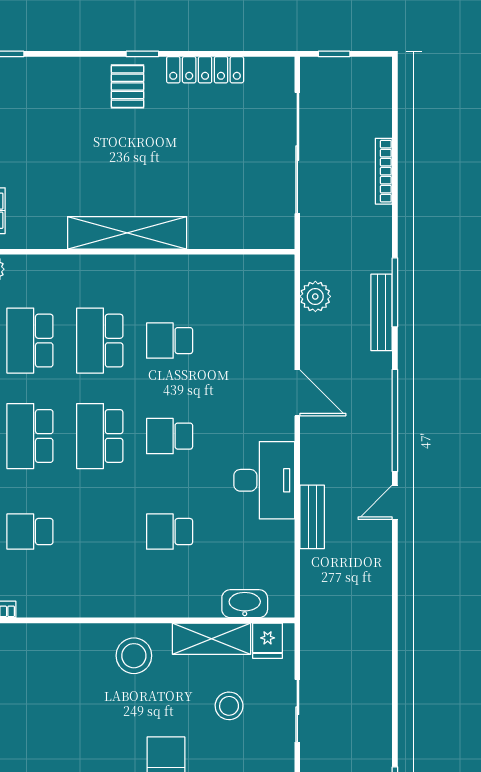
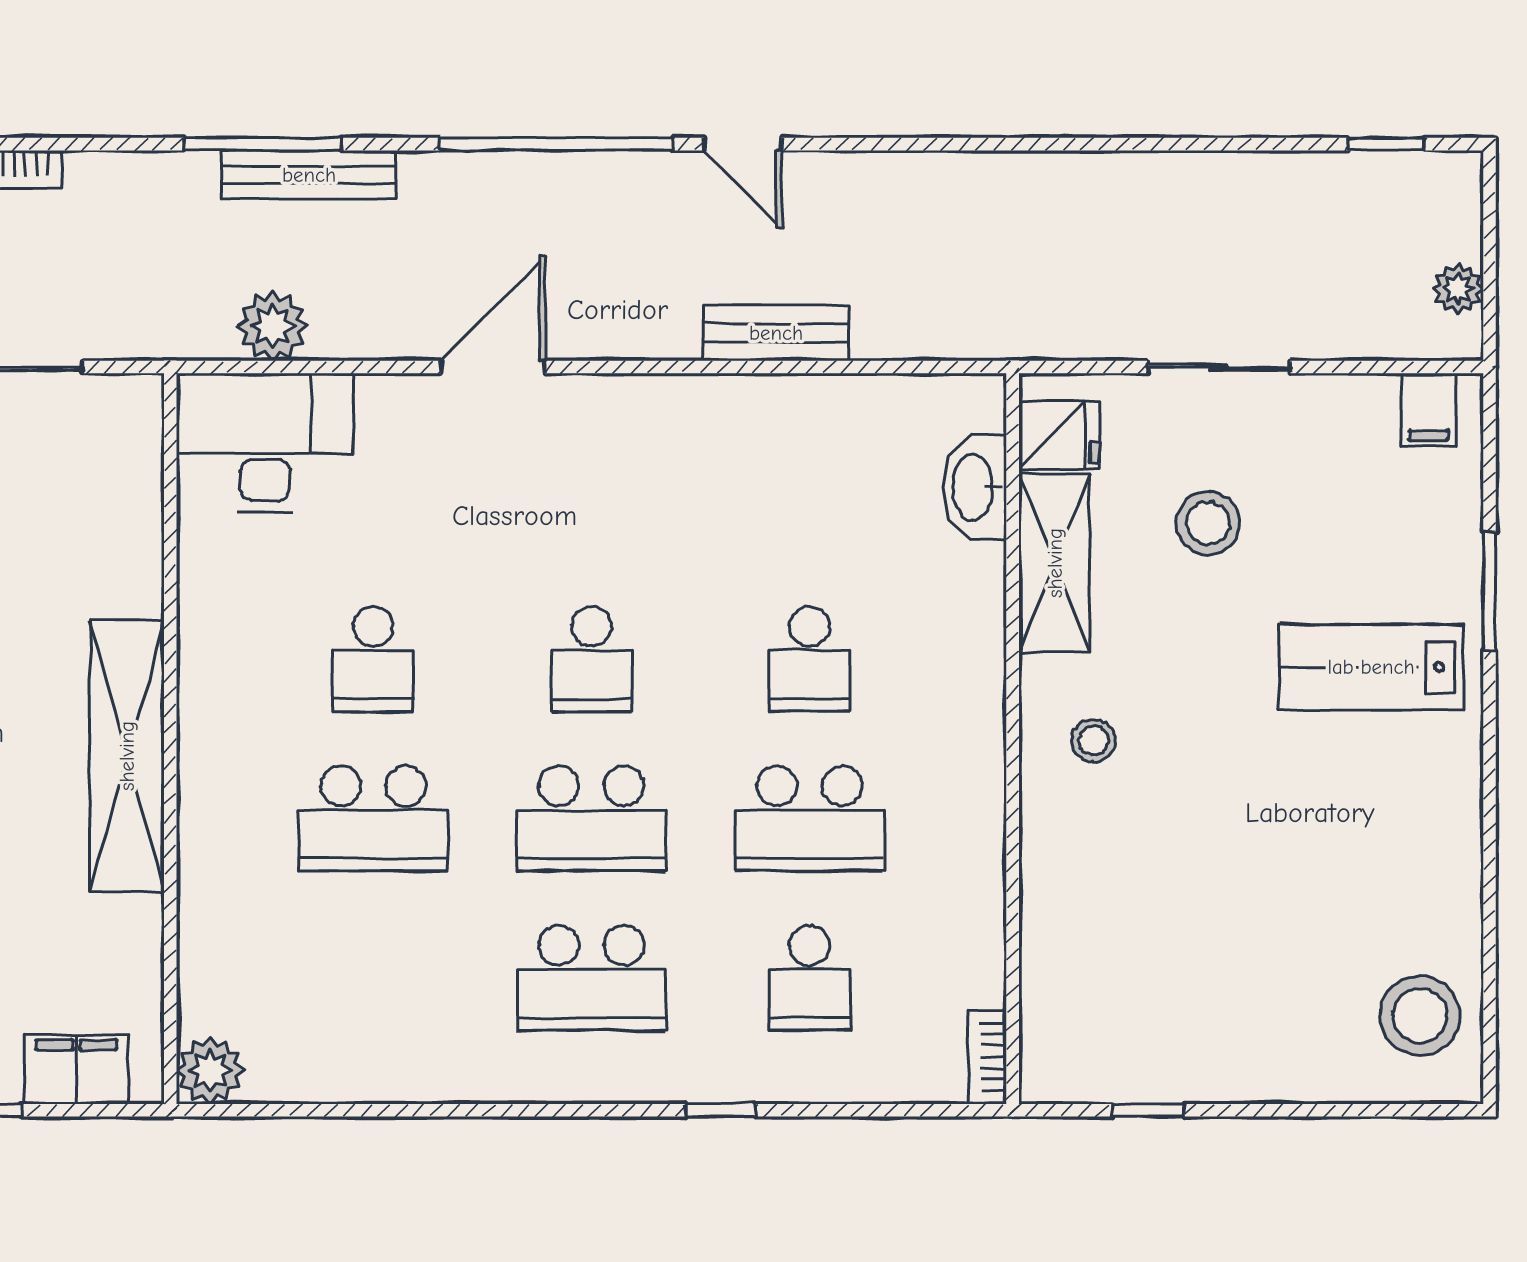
school desk: (30, 341) -> (810, 818), moved
desk: (264, 480) -> (265, 443), moved
stool: (134, 656) -> (1093, 740), width x0.53, depth x0.53

